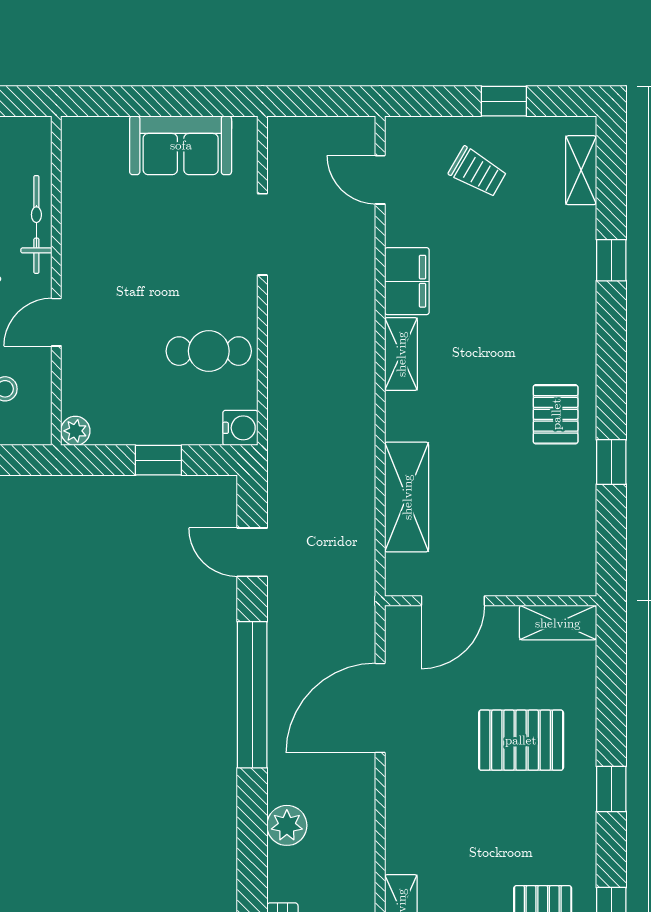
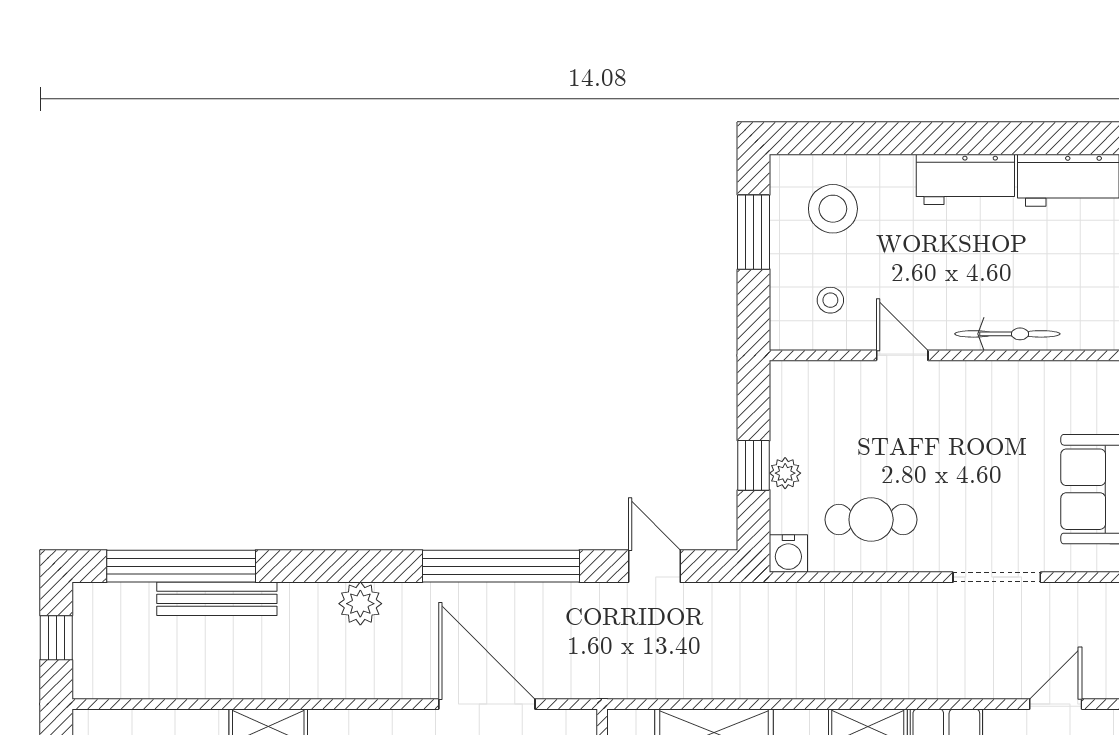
cafe table: (209, 351) -> (871, 520), turned 90
plant: (75, 431) -> (785, 473), moved
door: (252, 552) -> (654, 566), hinge flipped

